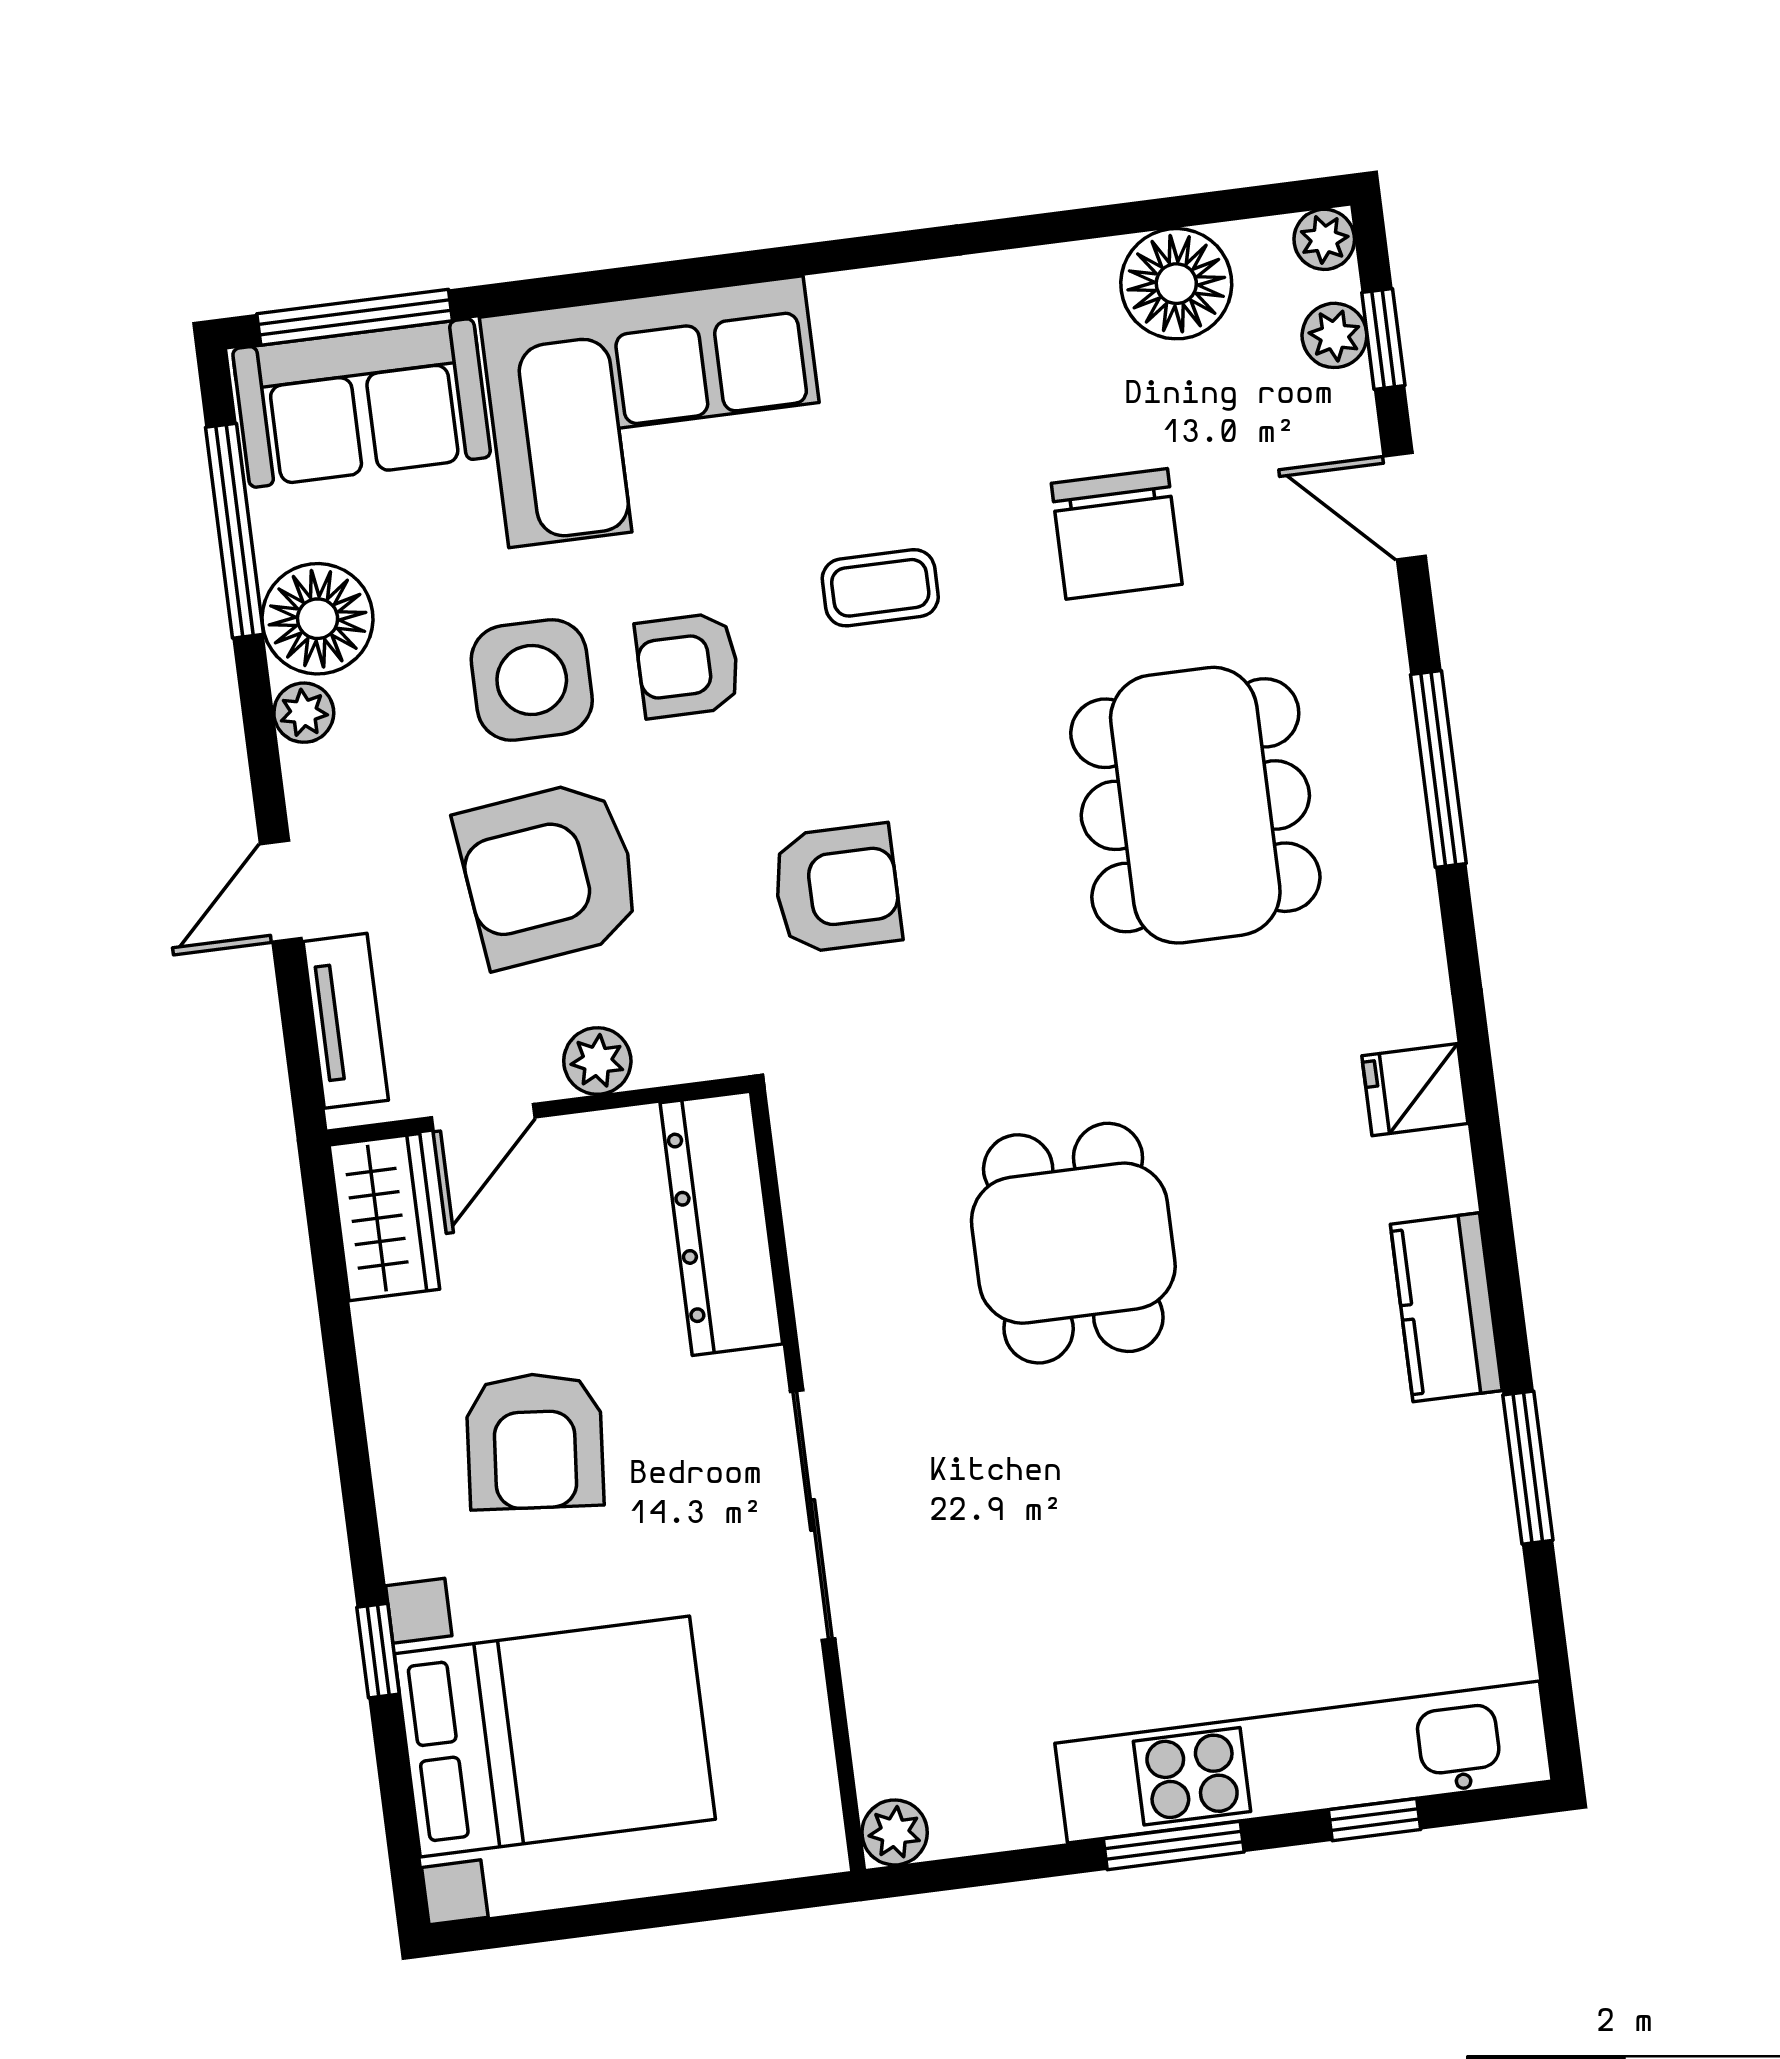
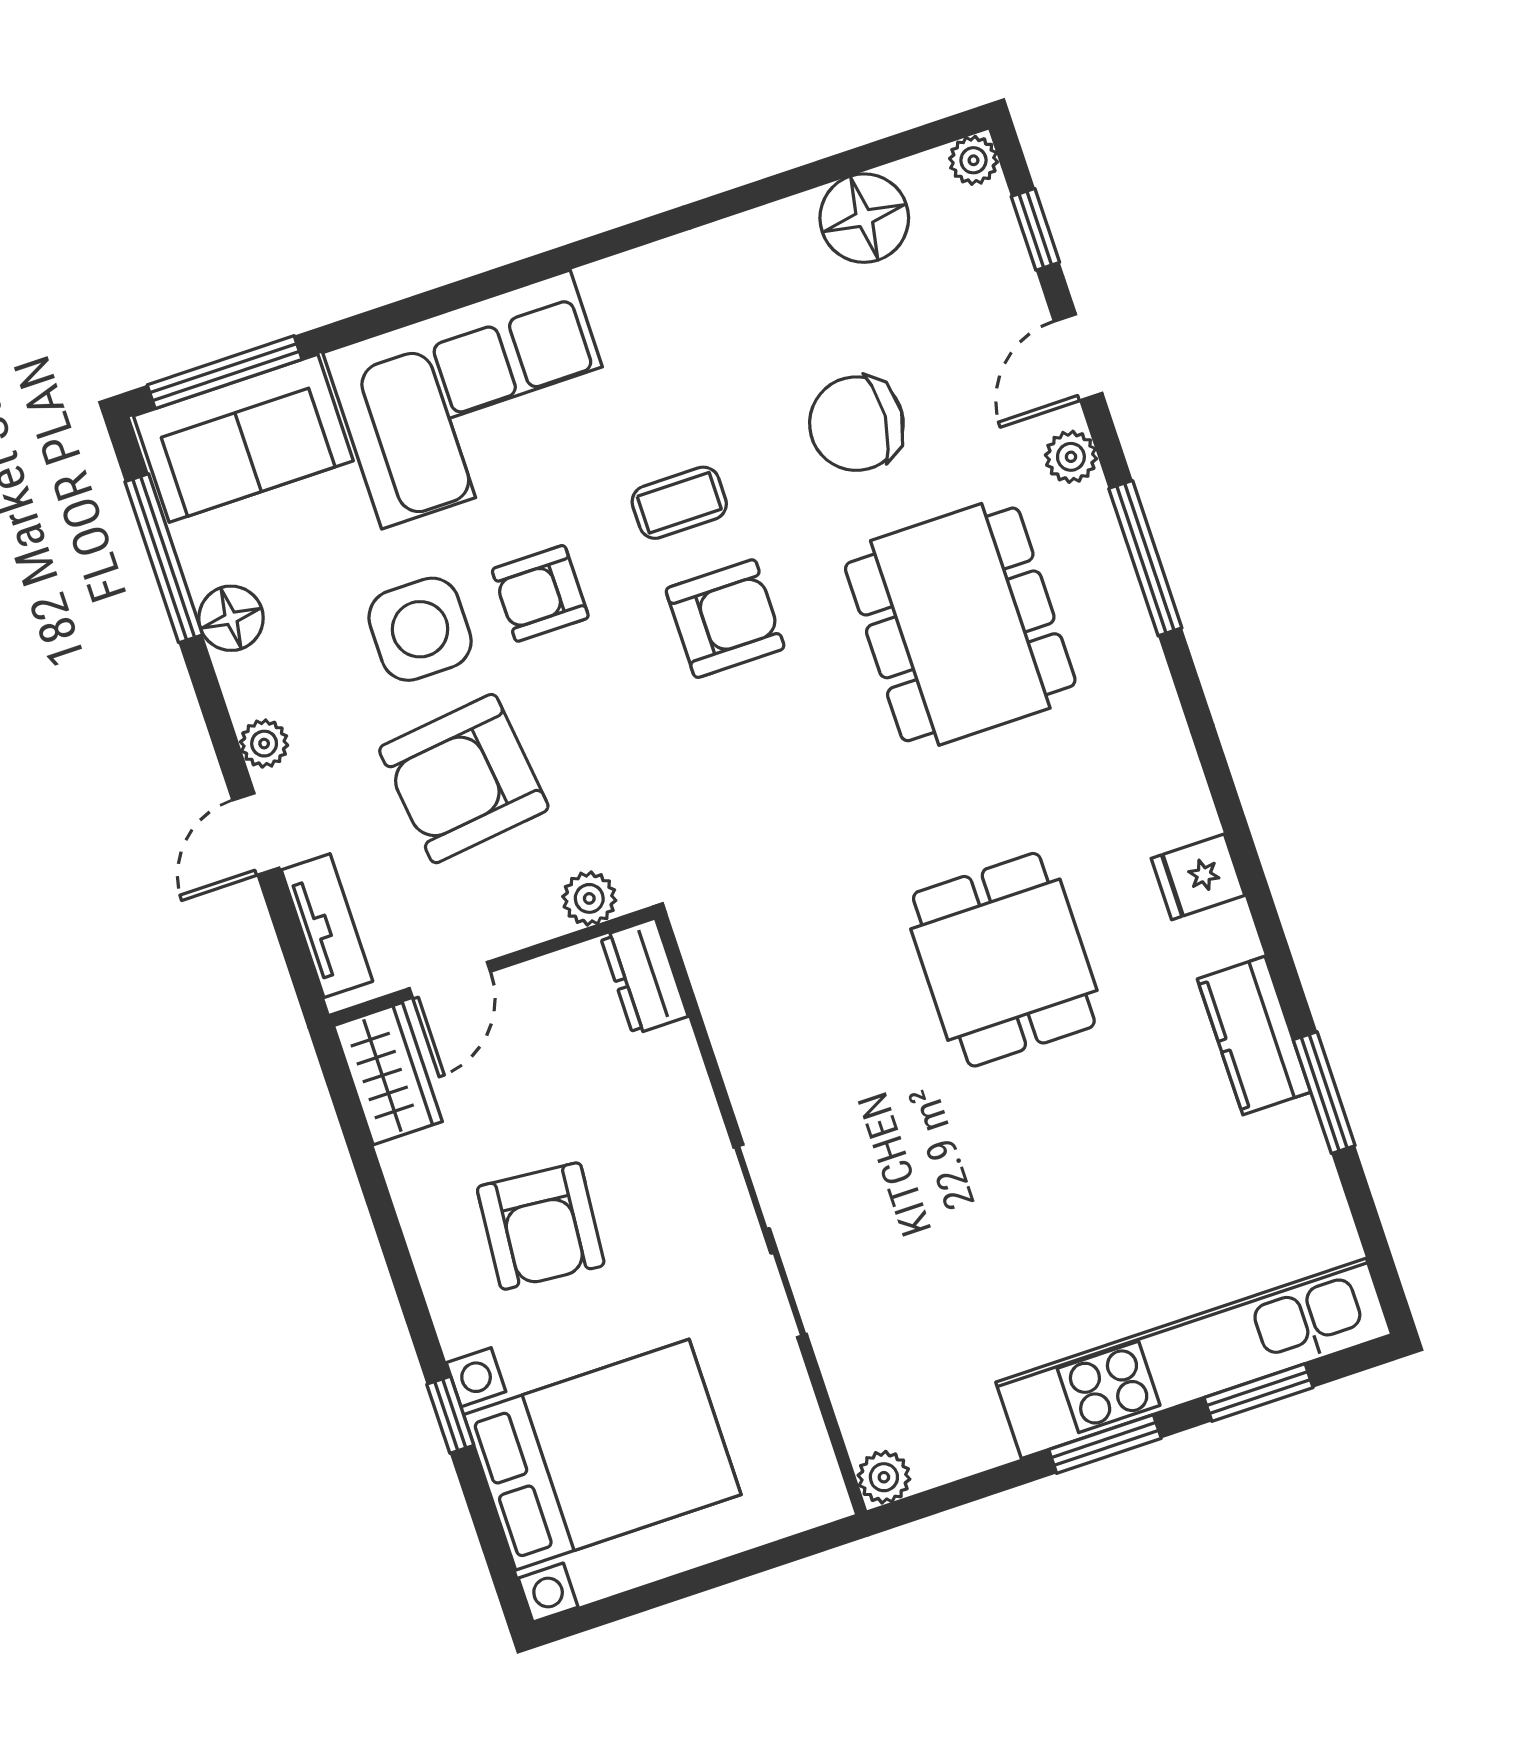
plant: (1334, 335) -> (1071, 457), moved
door: (1405, 506) -> (1078, 357), hinge flipped
chair: (1117, 534) -> (856, 424), turned 94
floor lamp: (318, 619) -> (231, 618), width x0.73, depth x0.73
plant: (304, 713) -> (264, 744), moved
armchair: (837, 889) -> (725, 619), moved
plant: (597, 1061) -> (589, 898), moved
fridge: (1415, 1090) -> (1198, 877), moved
dresser: (721, 1223) -> (644, 976), width x0.51, depth x0.80
dining table: (1073, 1243) -> (1004, 960), moved
kitchen counter: (1446, 1307) -> (1254, 1036), moved
window: (1375, 1820) -> (1258, 1393), width x1.50

